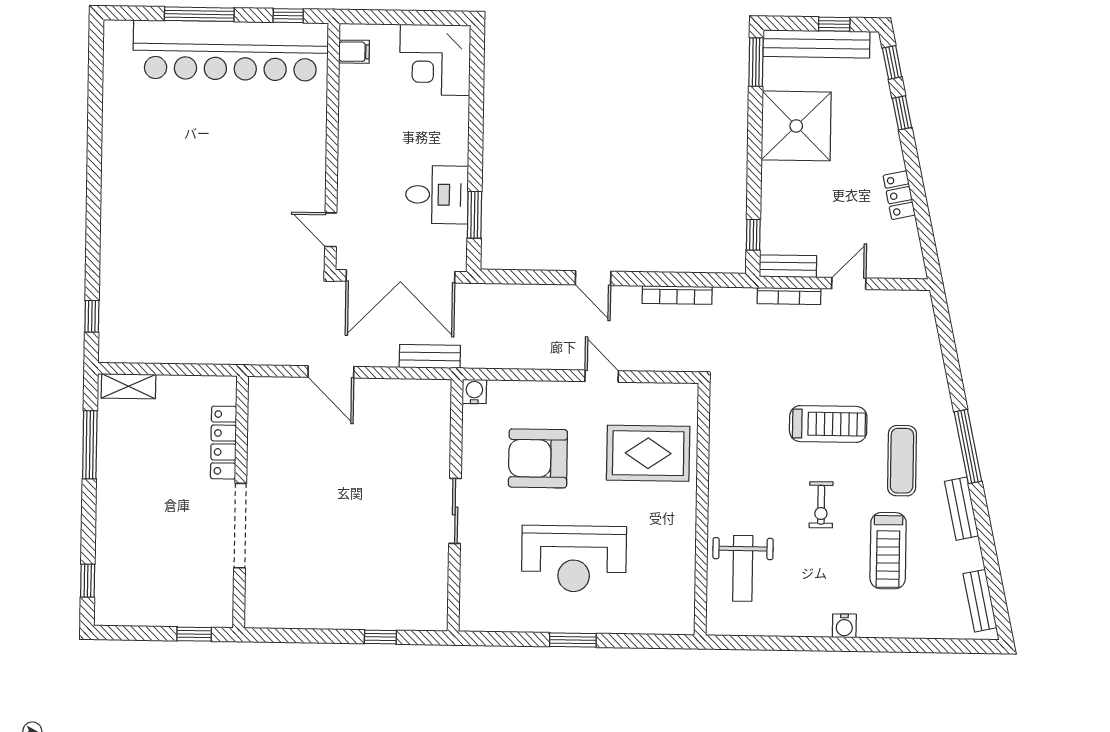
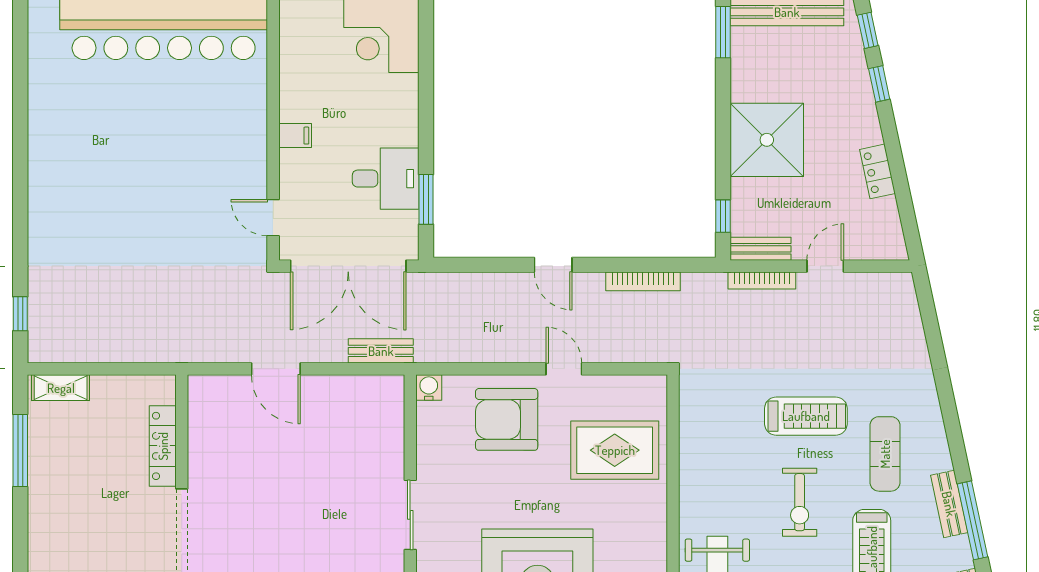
filing cabinet: (354, 52) -> (295, 136), moved
shower: (796, 126) -> (767, 140), moved
window: (968, 447) -> (973, 520), moved
armchair: (538, 458) -> (507, 419), moved
exercise bike: (821, 505) -> (800, 502), width x1.38, depth x1.39

